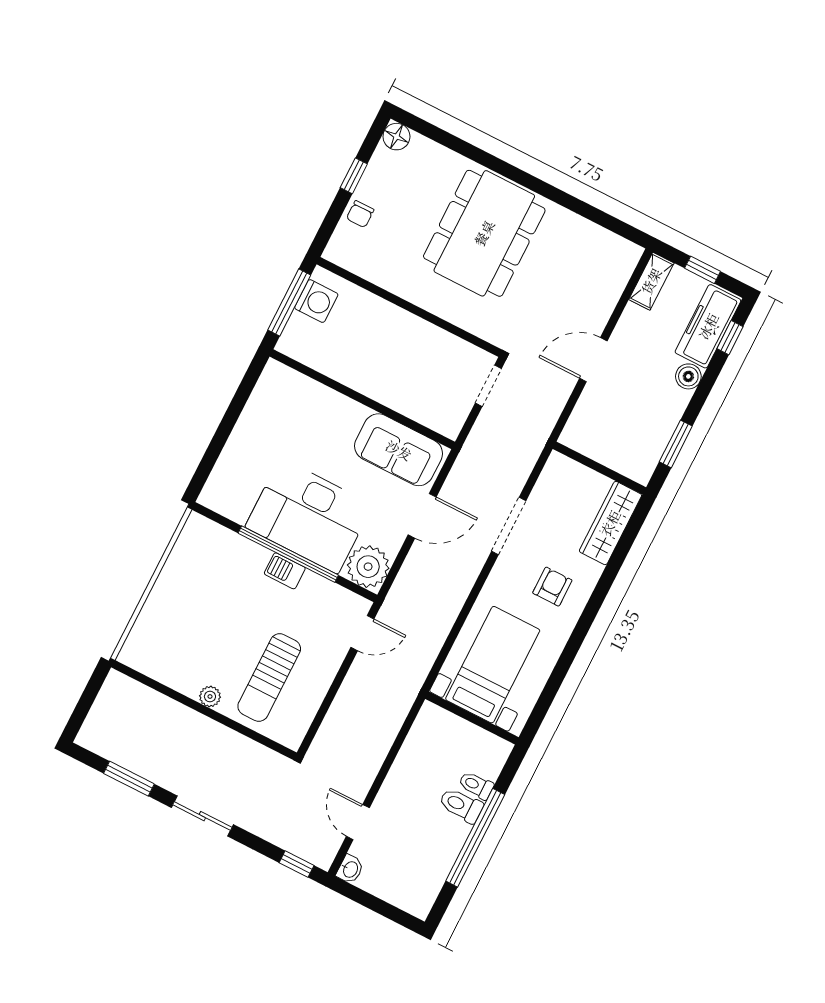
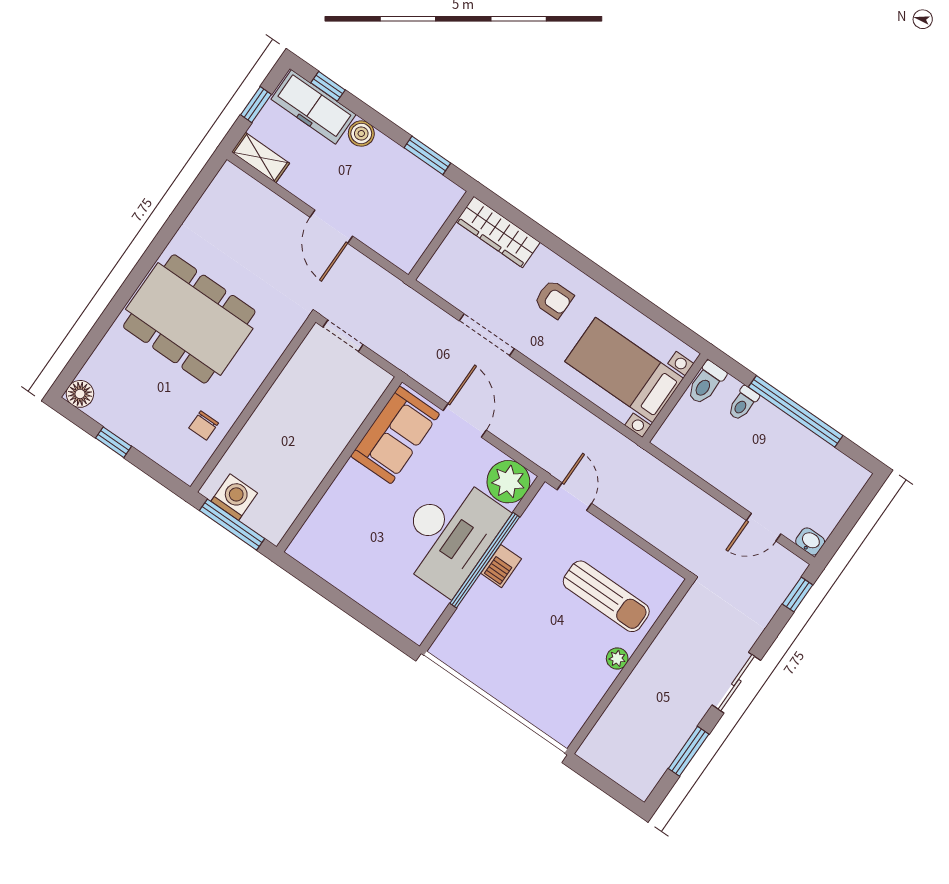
chair: (360, 214) -> (204, 426), moved, turned 90
armchair: (552, 587) -> (554, 299), turned 180
toilet: (461, 805) -> (706, 383), moved

